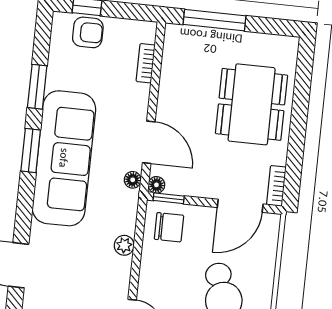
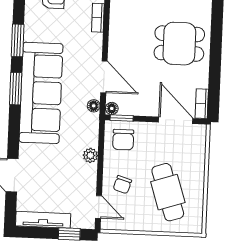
dining table: (252, 104) -> (179, 44), width x0.73
door: (240, 206) -> (176, 120), swing flipped
chair: (169, 227) -> (123, 140), turned 90
chair: (164, 287) -> (122, 185), added

